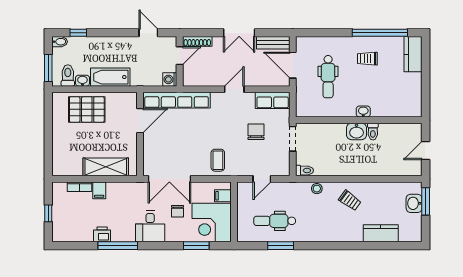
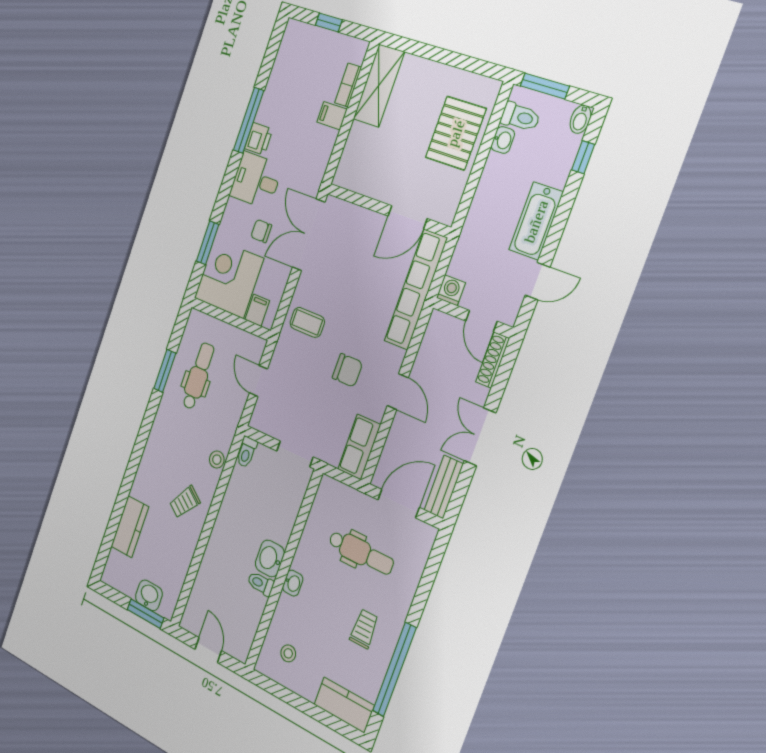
bathtub: (110, 77) -> (536, 221), moved, turned 180
dental chair: (328, 77) -> (361, 552), turned 180
stool: (402, 99) -> (288, 653), added
door: (140, 121) -> (407, 217), hinge flipped
chair: (256, 132) -> (347, 370), moved
shelving: (106, 167) -> (379, 86), moved
printer: (102, 234) -> (259, 139), moved

